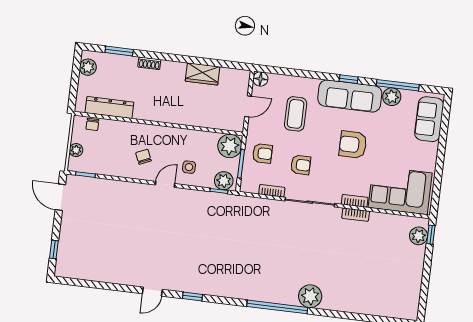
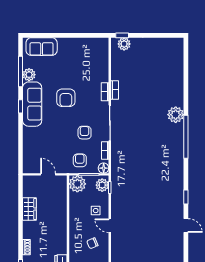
floor lamp: (260, 79) -> (104, 168), moved
coffee table: (296, 114) -> (49, 140), removed
corner sofa: (400, 190) -> (94, 61), removed

